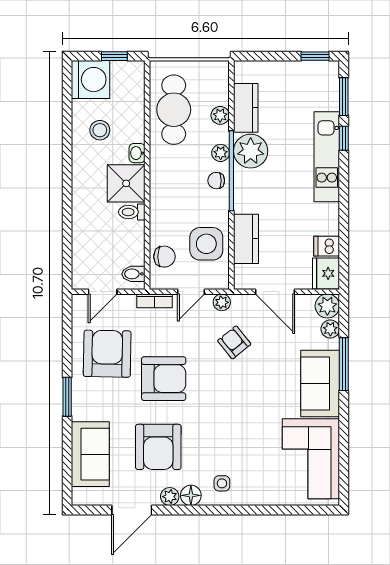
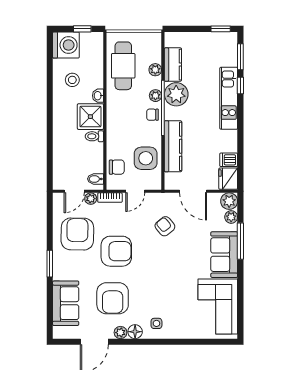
kitchen counter: (246, 239) -> (173, 146), width x1.50
plant: (222, 302) -> (91, 199), moved

